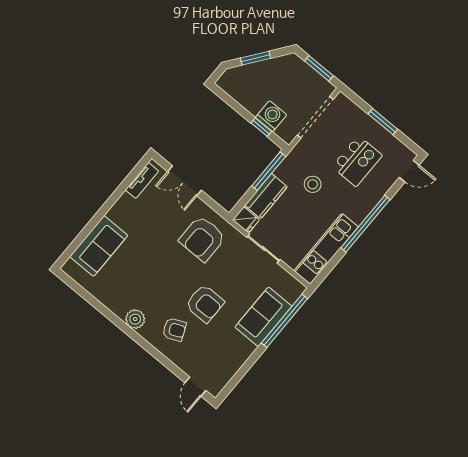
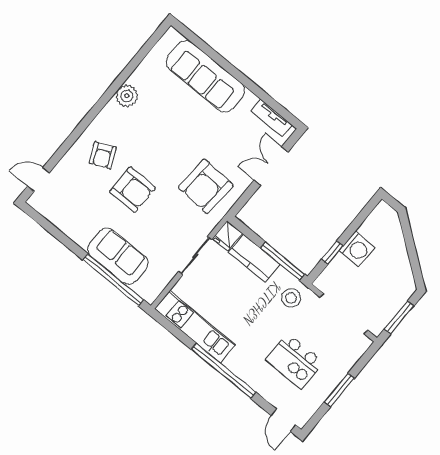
window: (255, 58) -> (410, 246), removed
washing machine: (271, 116) -> (357, 249), moved
stool: (313, 184) -> (291, 298), moved
armchair: (202, 239) -> (206, 186), turned -87
sofa: (99, 246) -> (205, 76), width x1.36
armchair: (205, 304) -> (132, 190), turned -90
plant: (135, 319) -> (127, 96), moved

